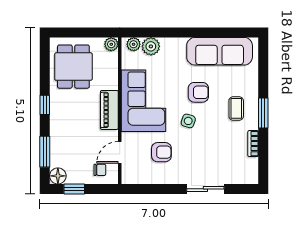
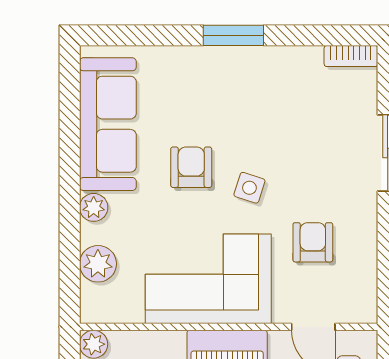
plant: (134, 44) -> (94, 207), moved
coffee table: (236, 108) -> (224, 90), removed
bookcase: (253, 144) -> (351, 56), moved

